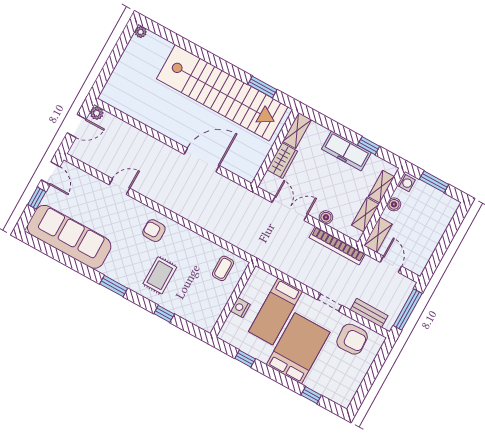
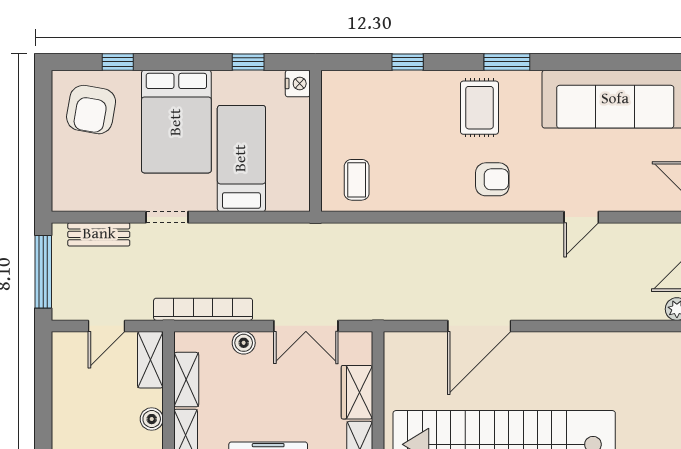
door: (391, 264) -> (106, 326), hinge flipped
rug: (160, 275) -> (479, 108), moved
nightstand: (240, 308) -> (298, 84), moved
armchair: (352, 339) -> (91, 110), moved, turned -77

